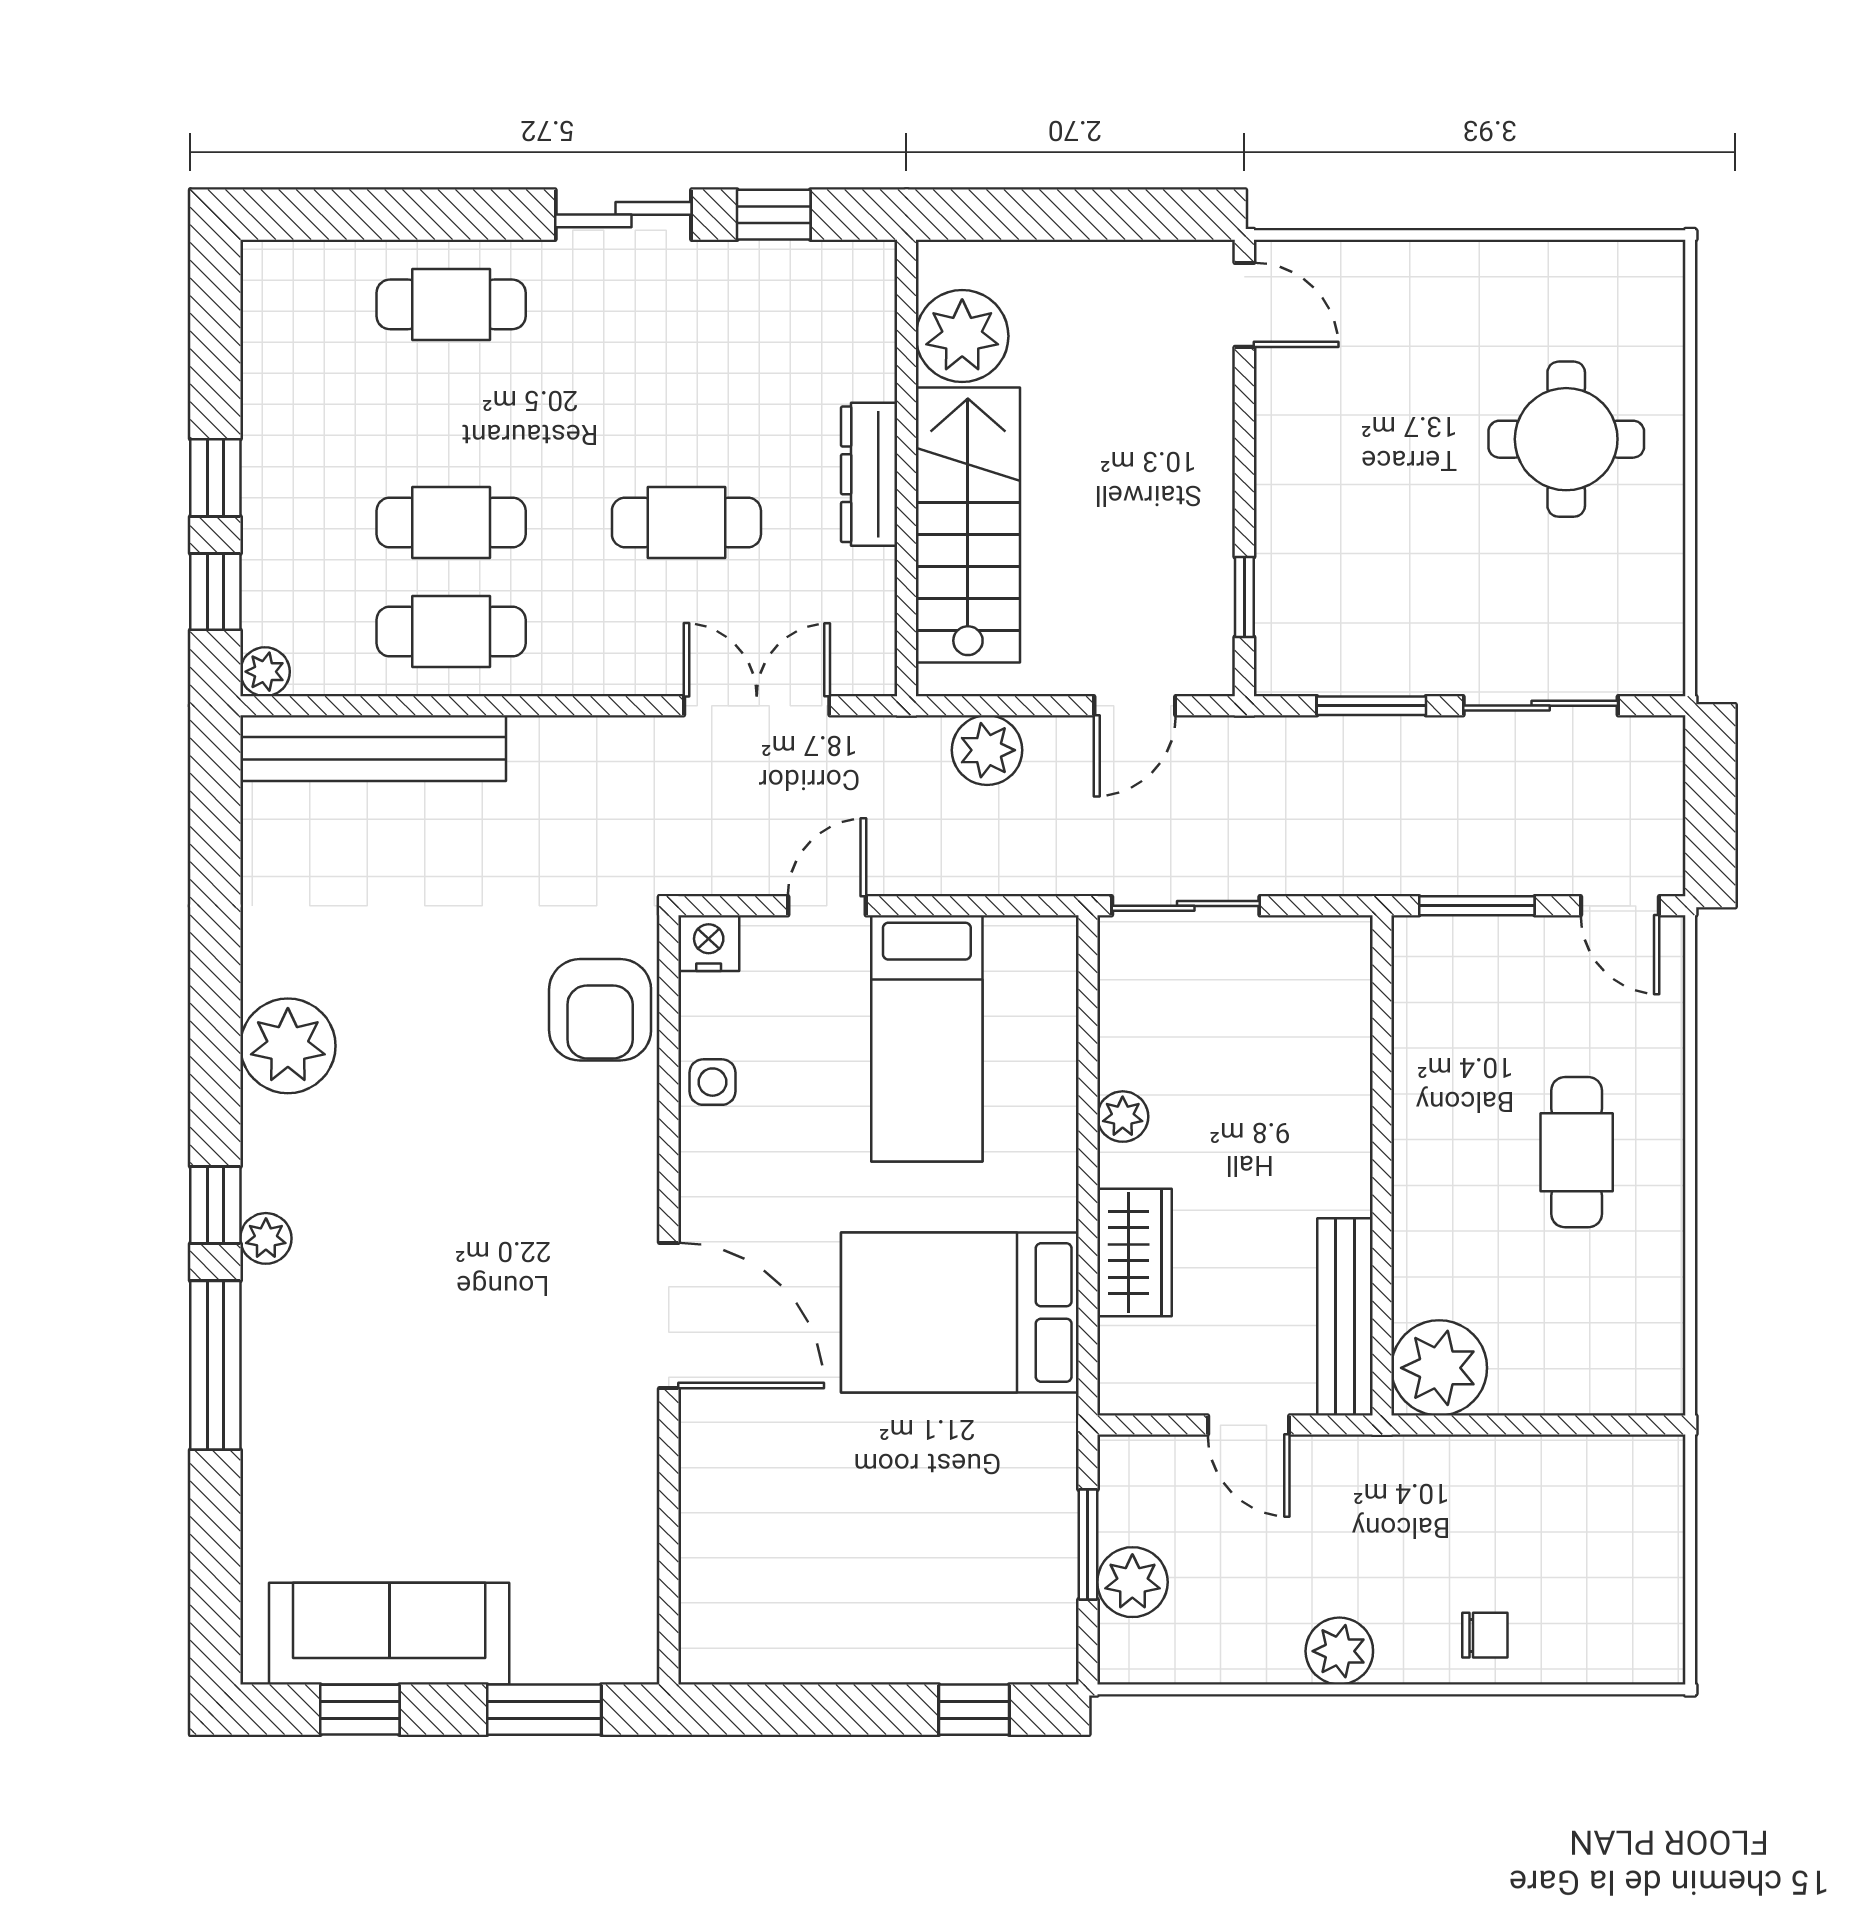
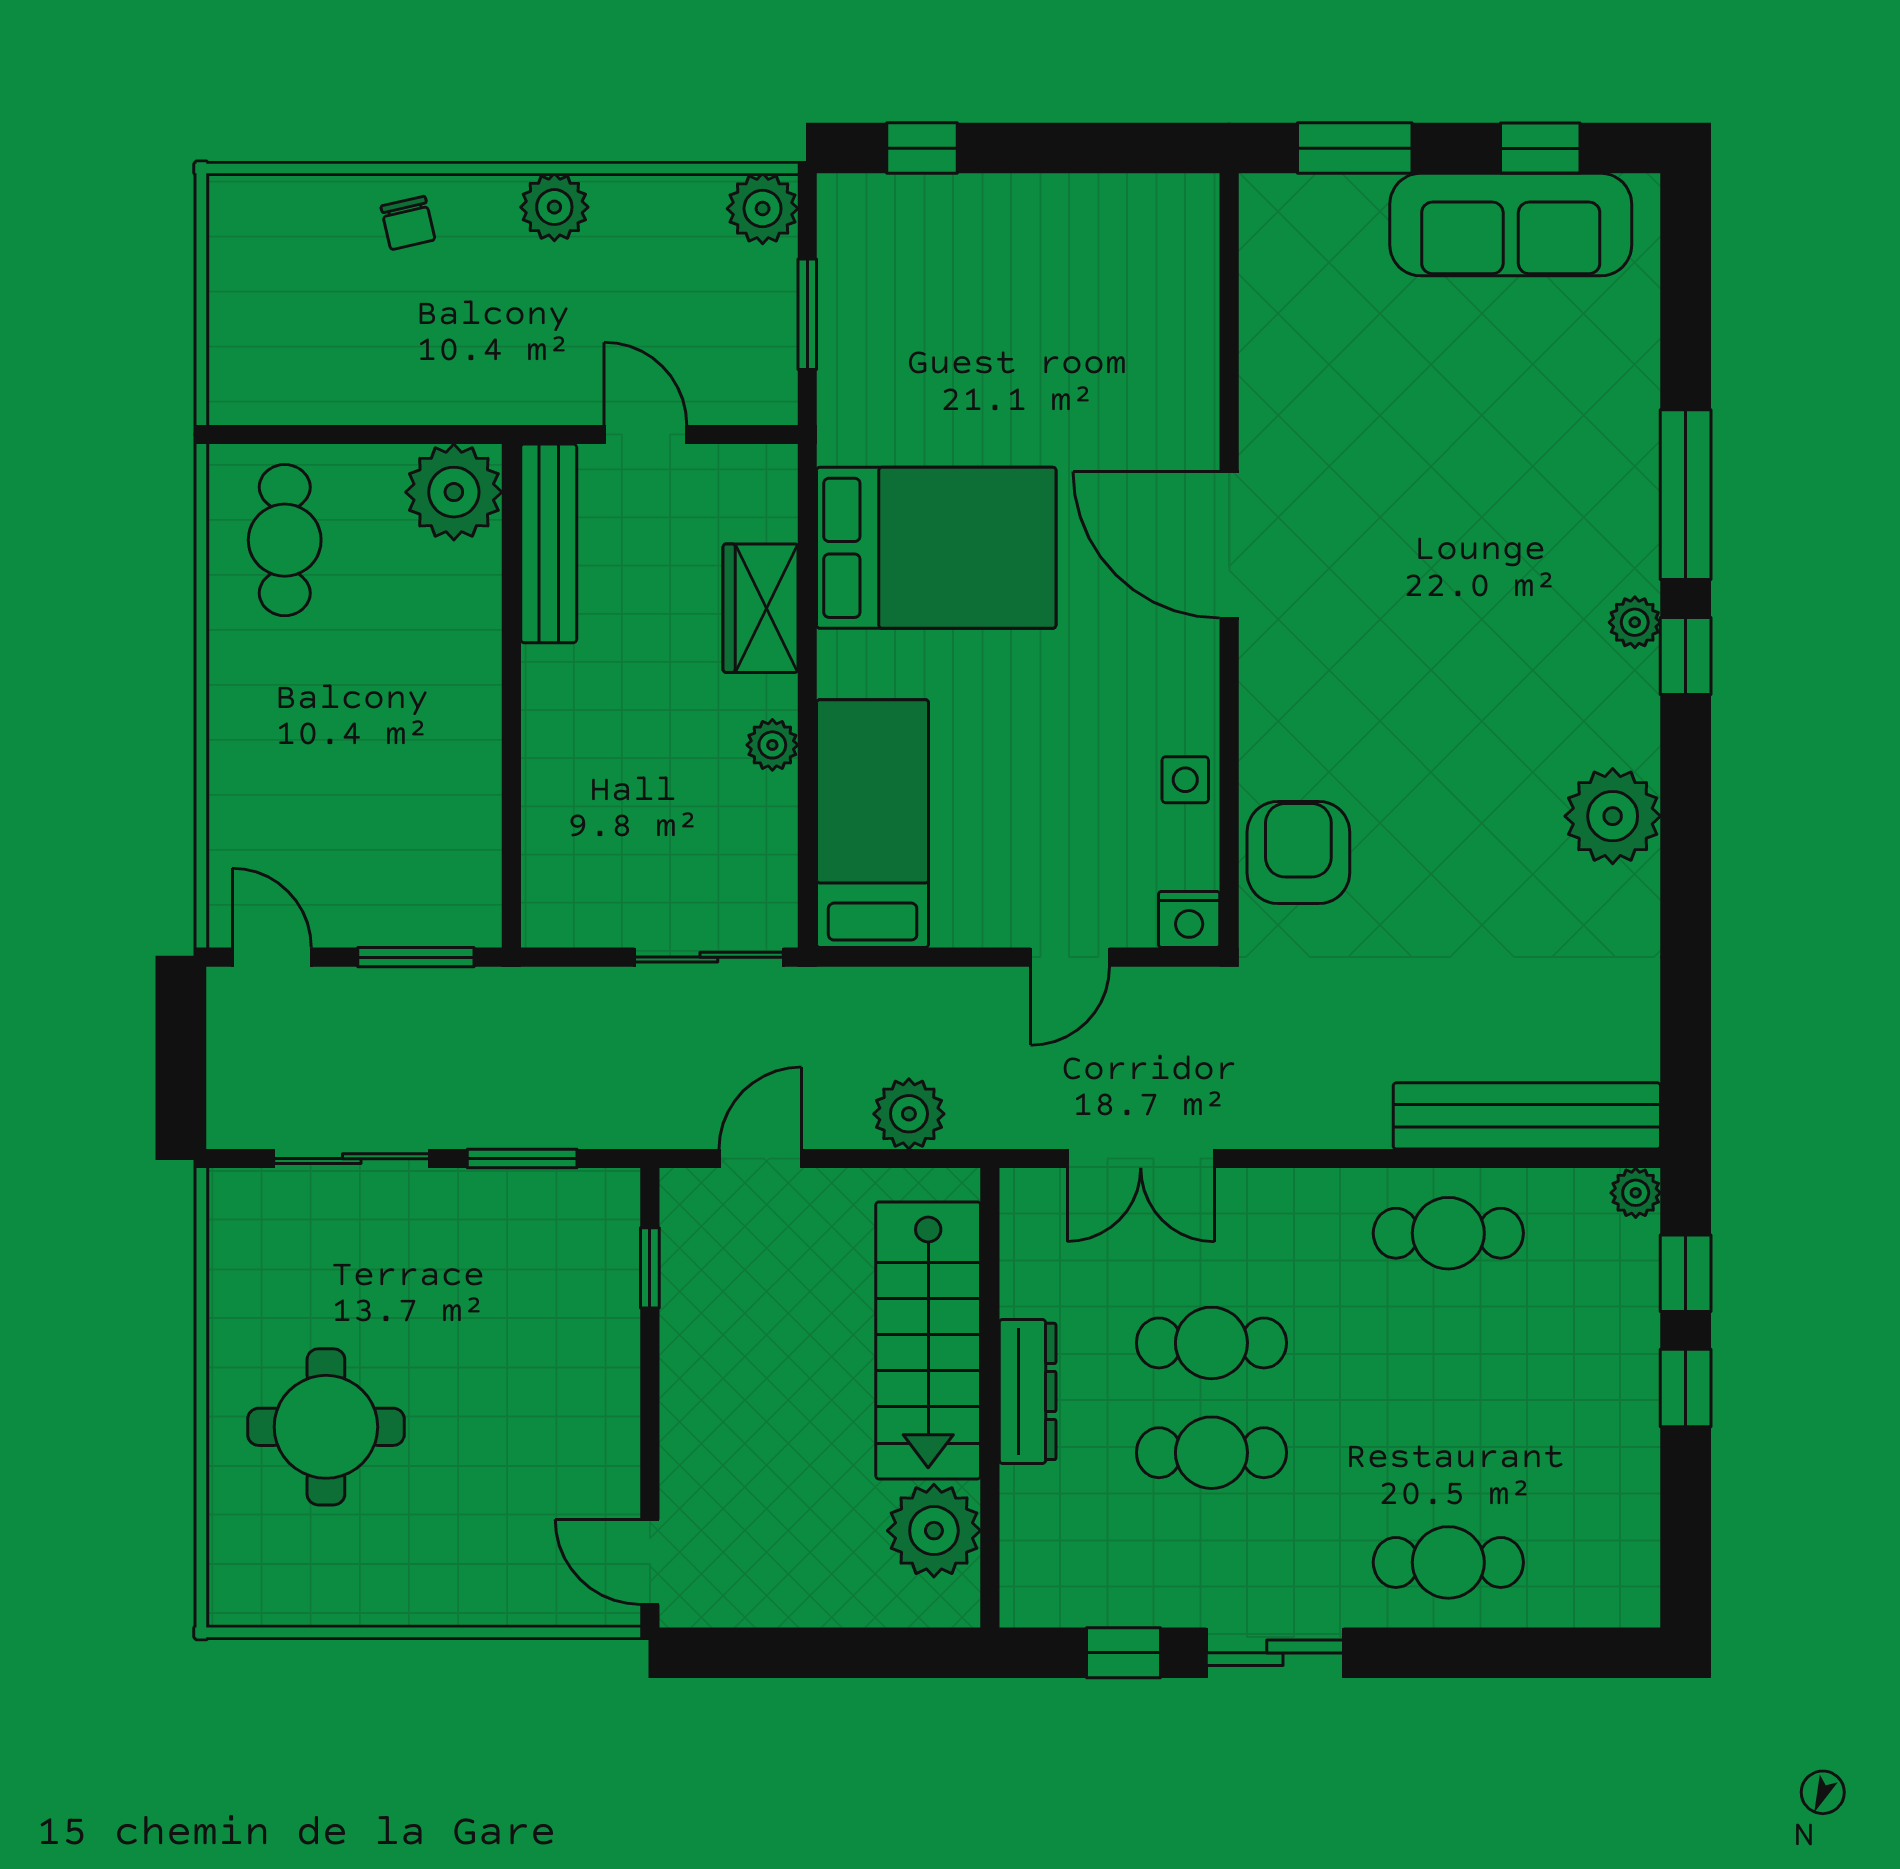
cafe table: (451, 522) -> (1211, 1453), moved
bed: (927, 1038) -> (873, 824), moved
cafe table: (1577, 1152) -> (285, 540), moved
plant: (1132, 1582) -> (763, 209), moved
chair: (1485, 1635) -> (408, 223), turned -103

